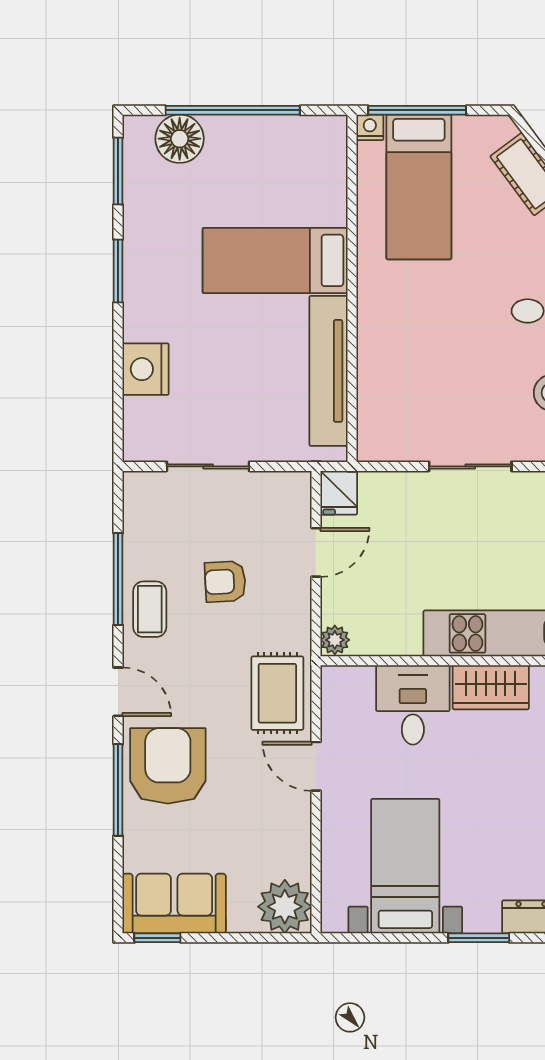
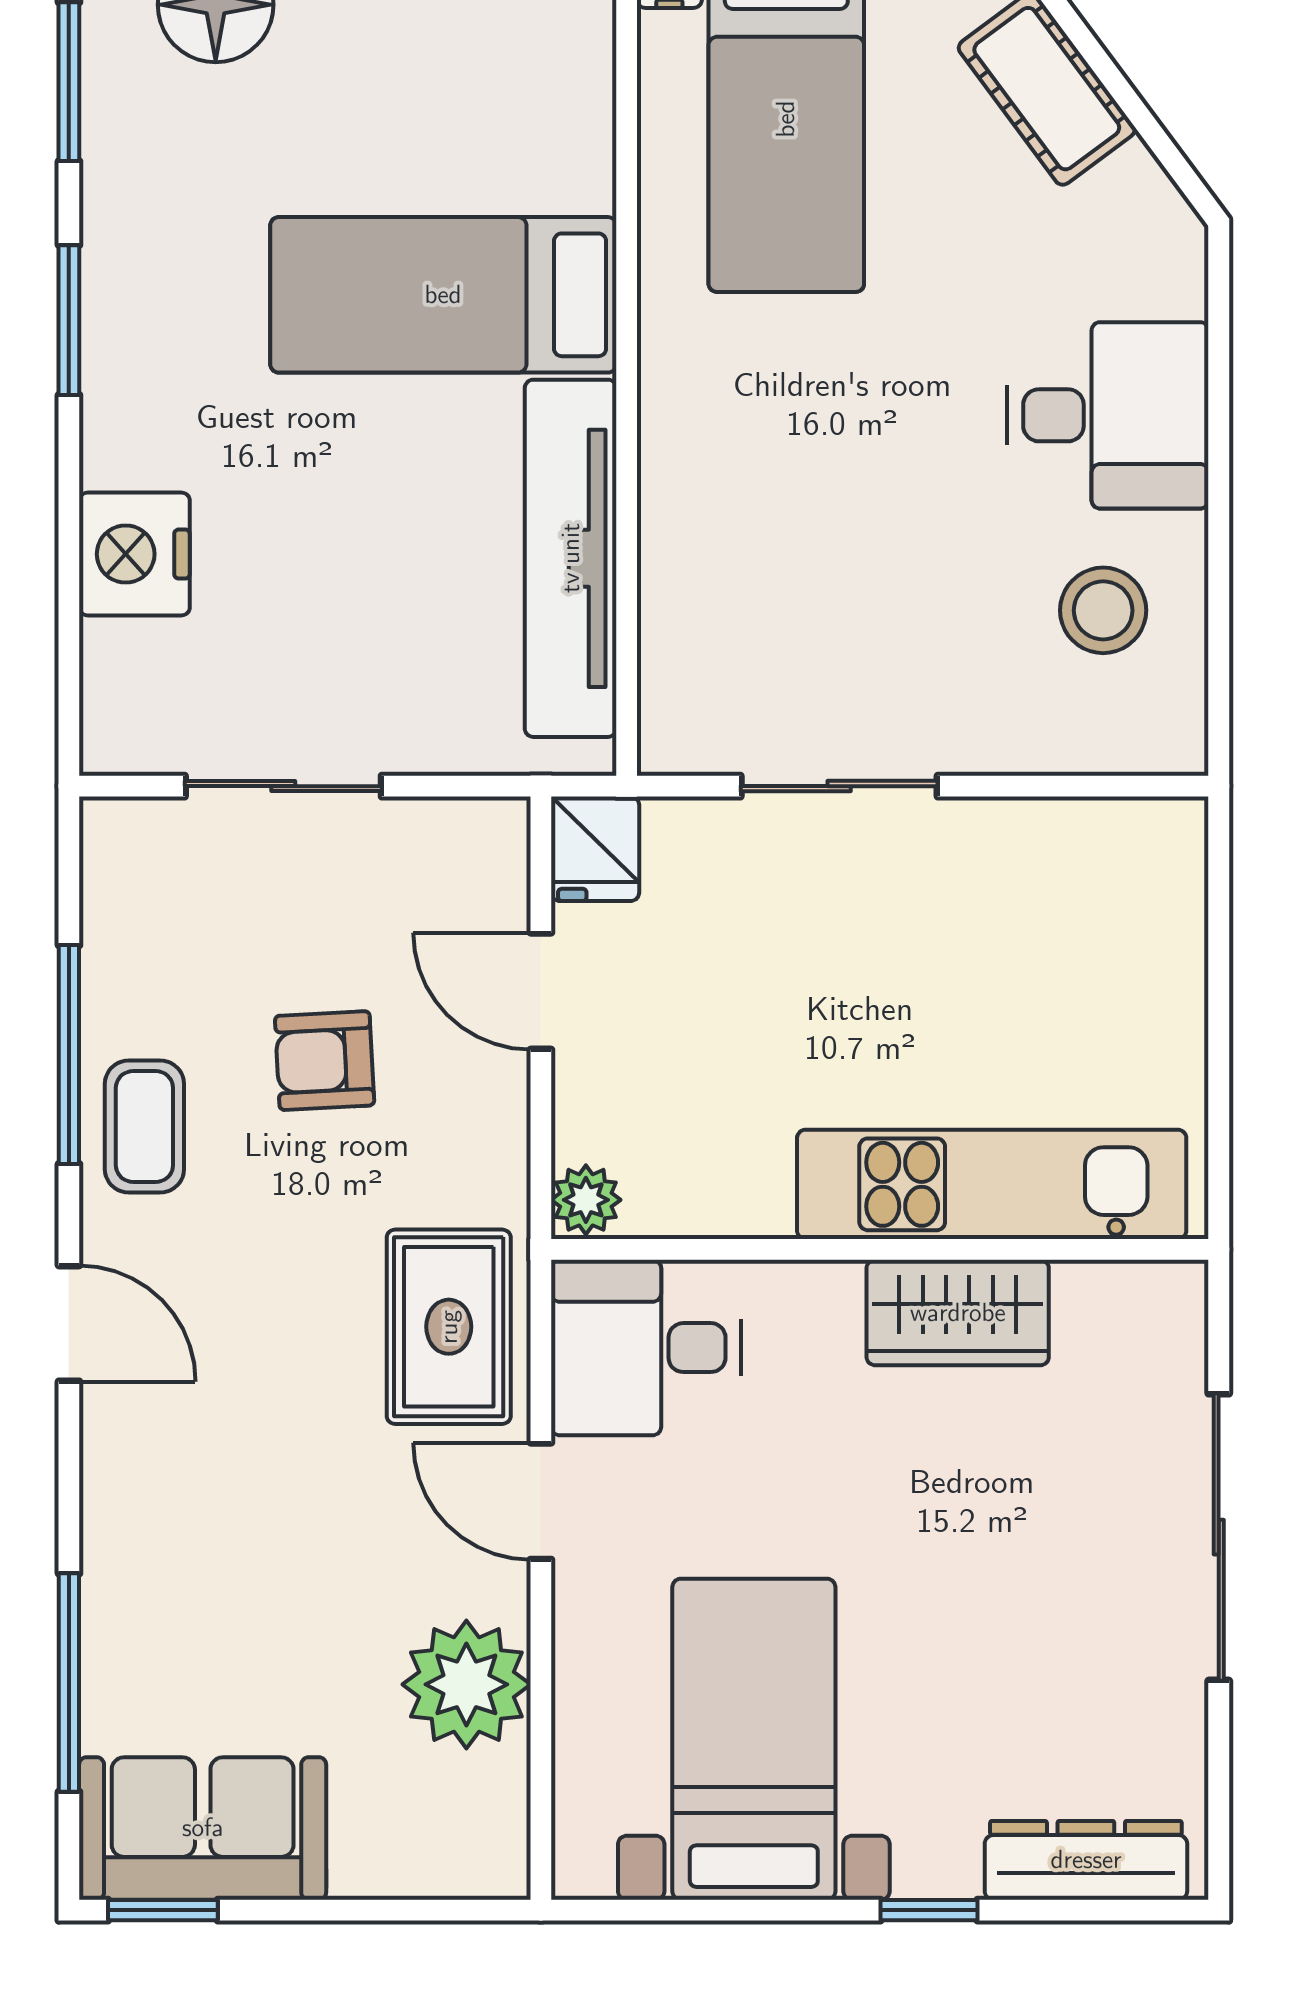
sliding door: (470, 466) -> (839, 786), moved
door: (316, 552) -> (541, 991), swing flipped
desk: (413, 705) -> (646, 1348), moved, turned -90
armchair: (168, 766) -> (188, 1500), removed
window: (118, 790) -> (69, 1683), moved
plant: (285, 907) -> (466, 1684), moved
window: (479, 938) -> (929, 1910), width x0.67

